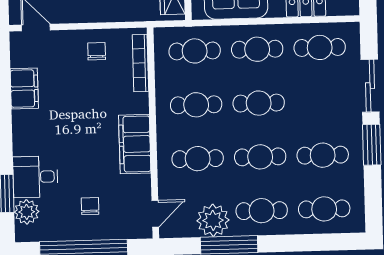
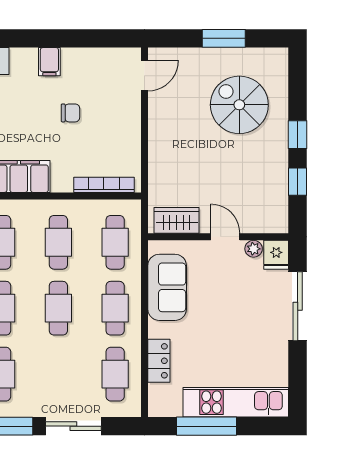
chair: (97, 51) -> (70, 113), moved
filing cabinet: (24, 89) -> (49, 62), moved, width x0.50

